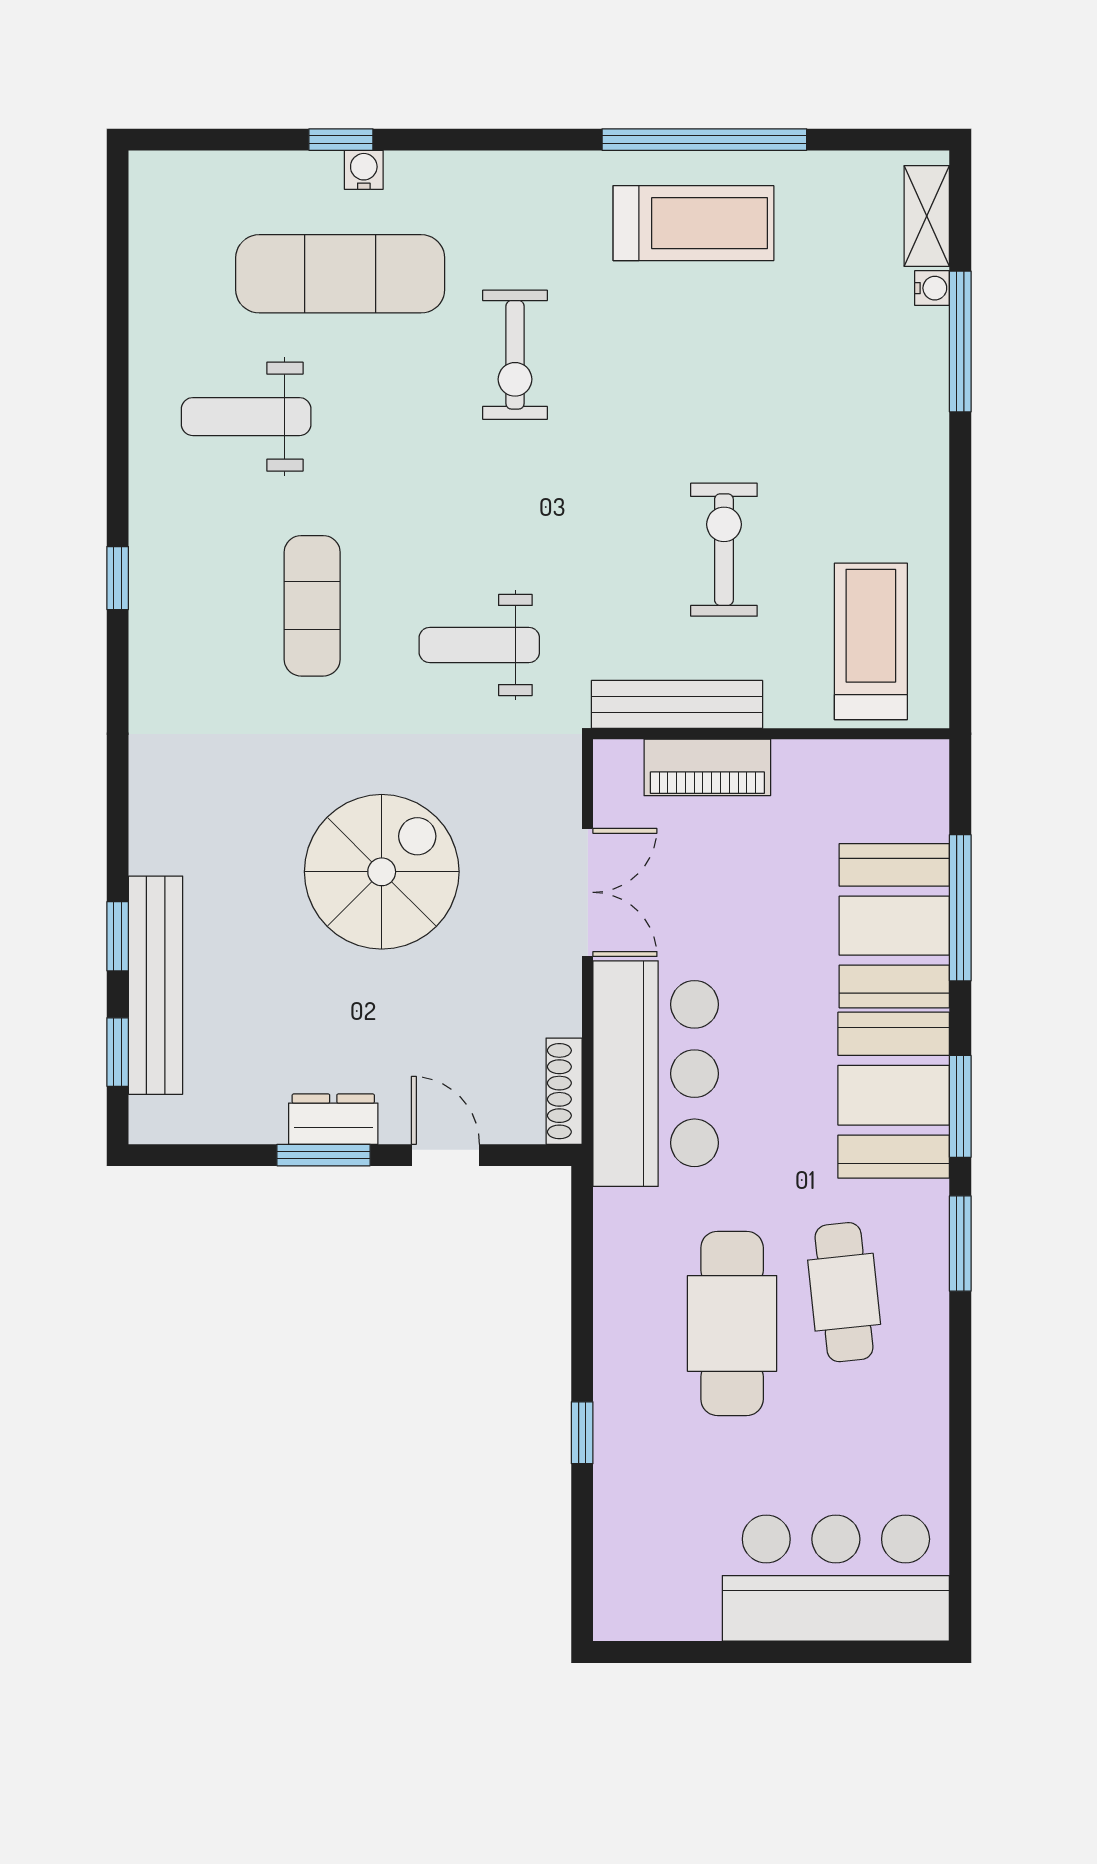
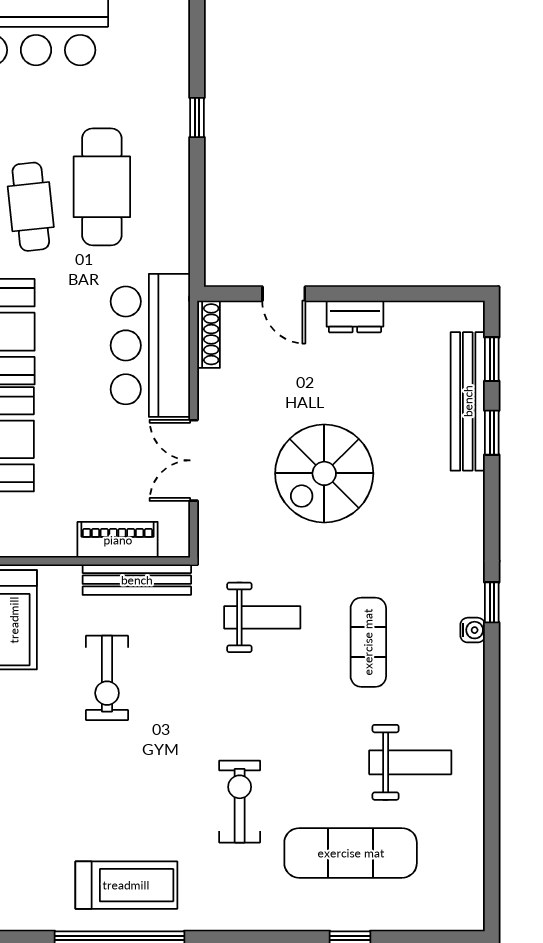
water cooler: (364, 170) -> (473, 630), moved, turned -90
treadmill: (693, 223) -> (126, 885), turned 180
window: (118, 578) -> (492, 602), moved
window: (324, 1155) -> (361, 294), removed

